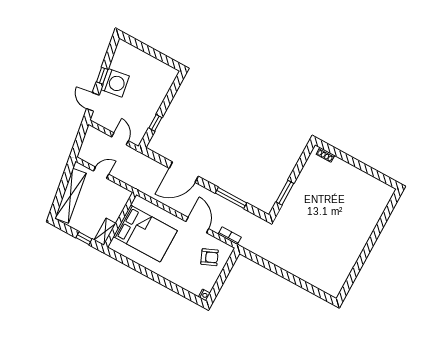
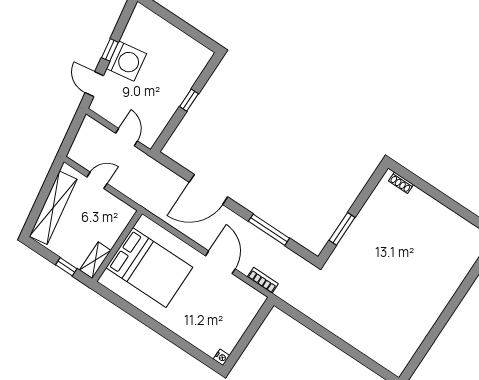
window: (155, 123) -> (189, 100), moved
armchair: (210, 257) -> (233, 307), removed

